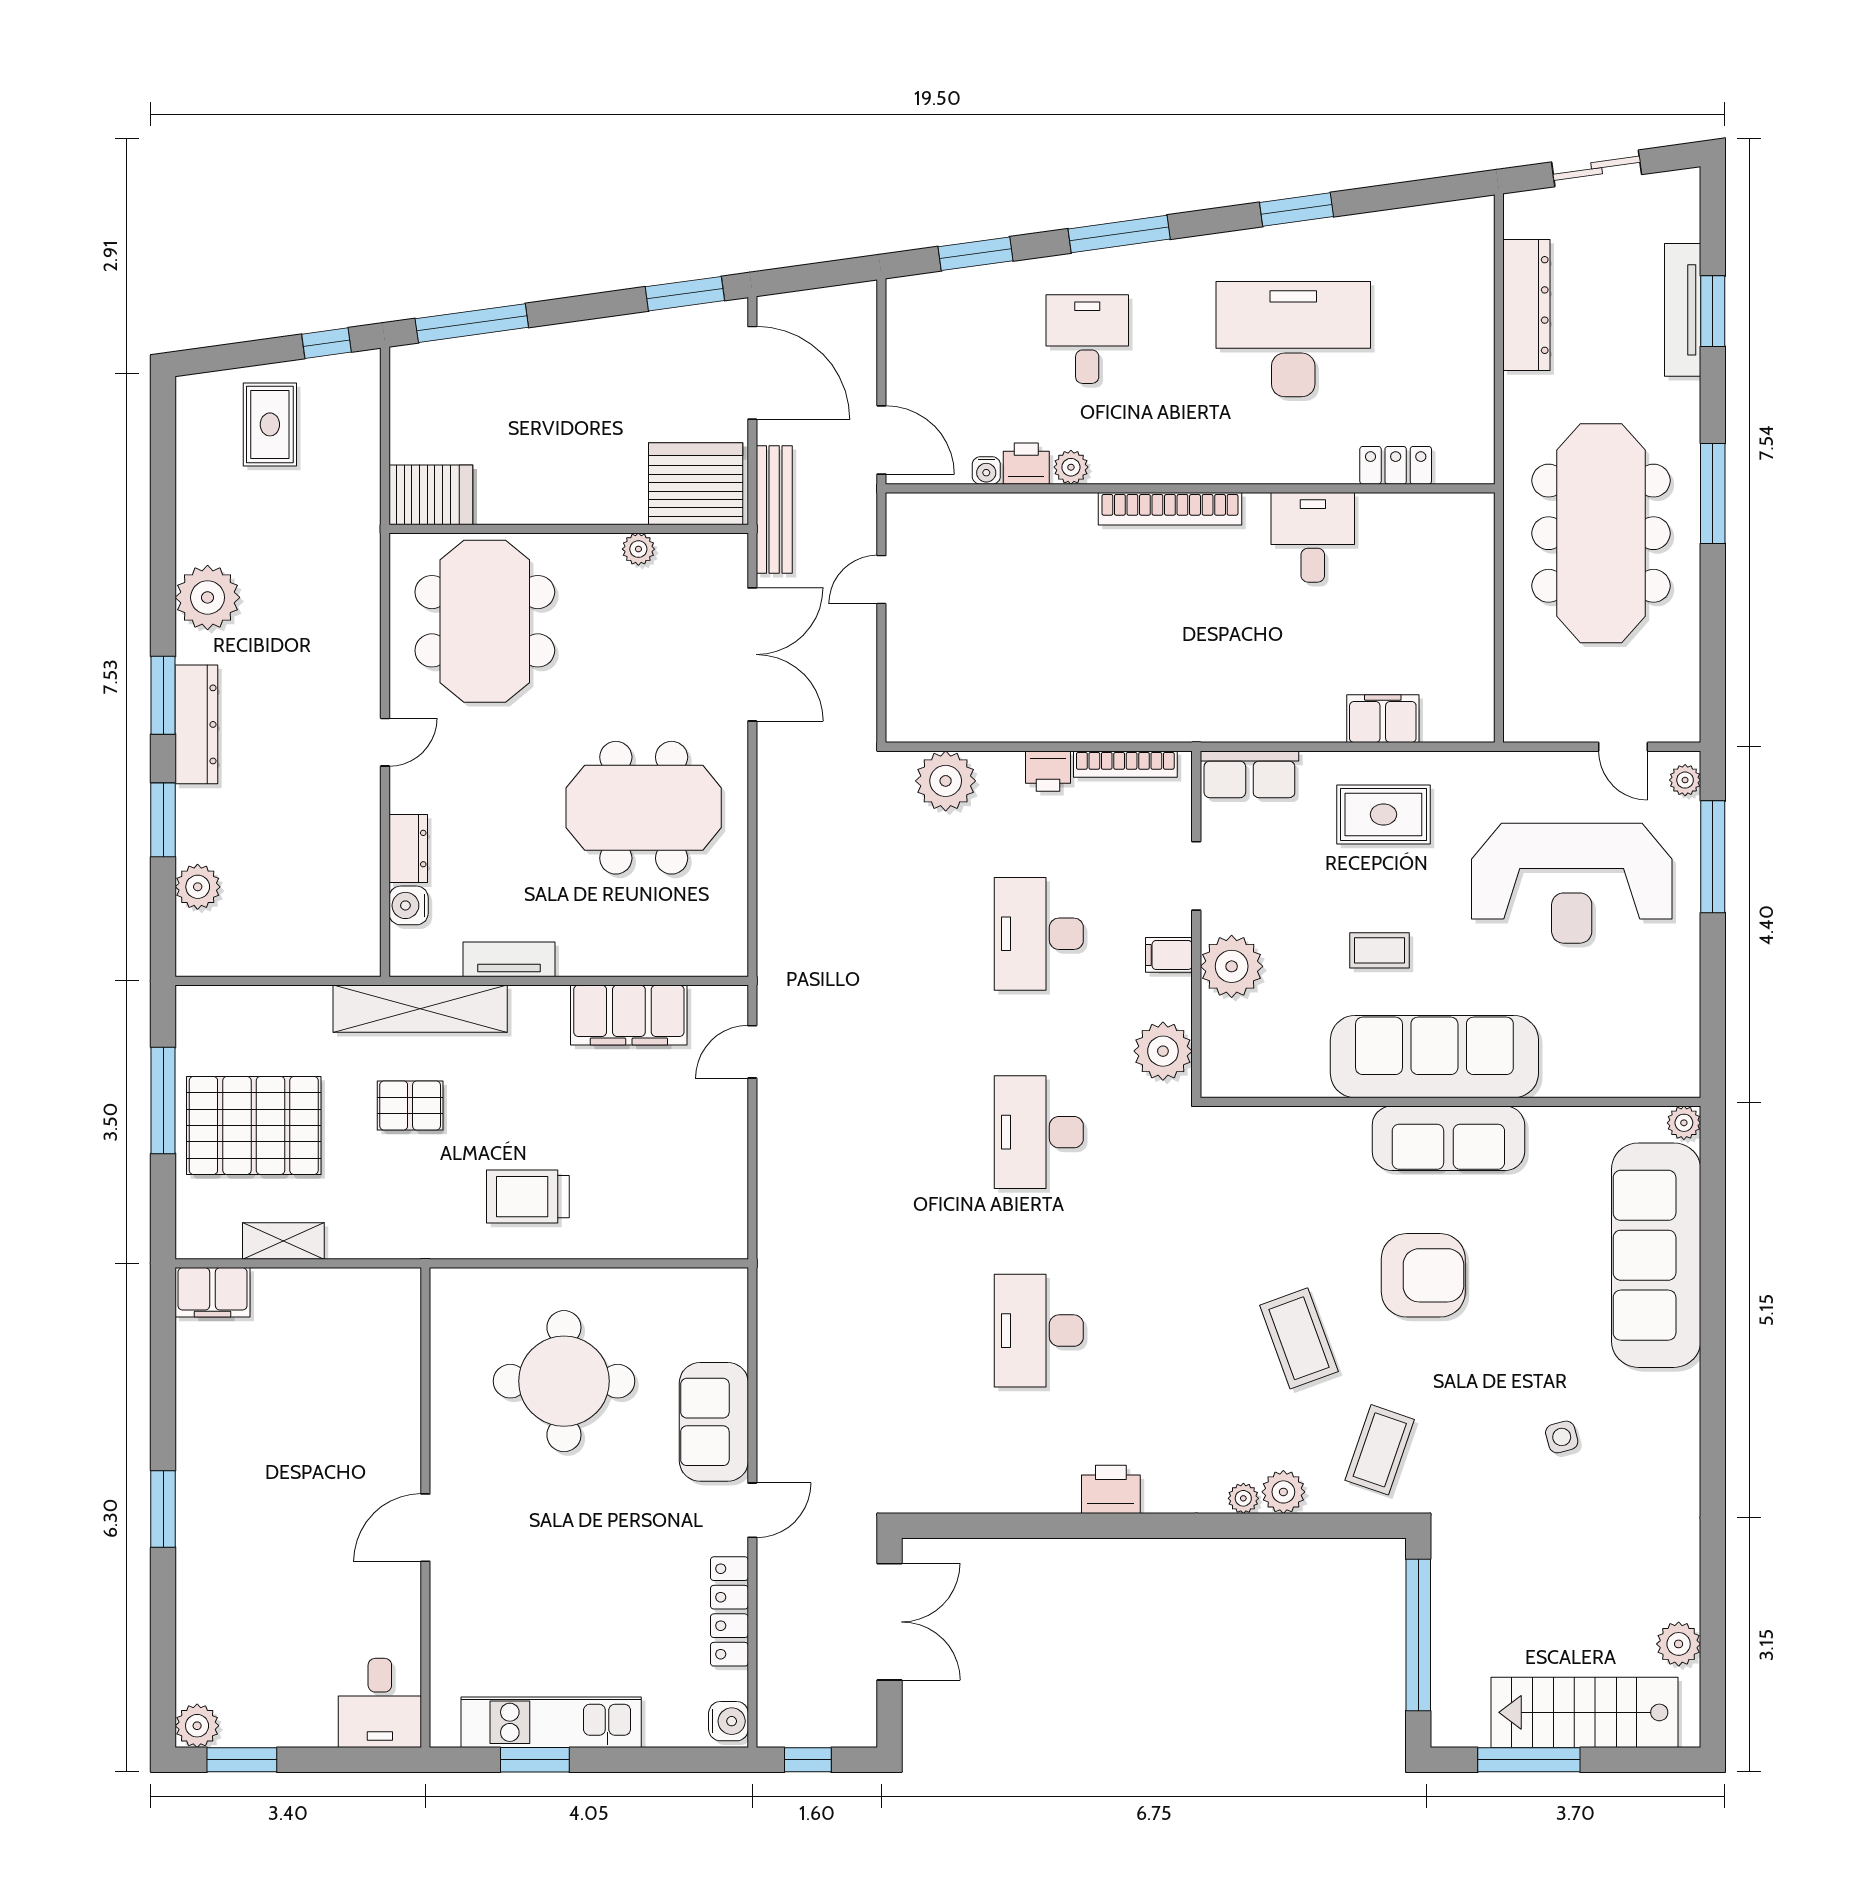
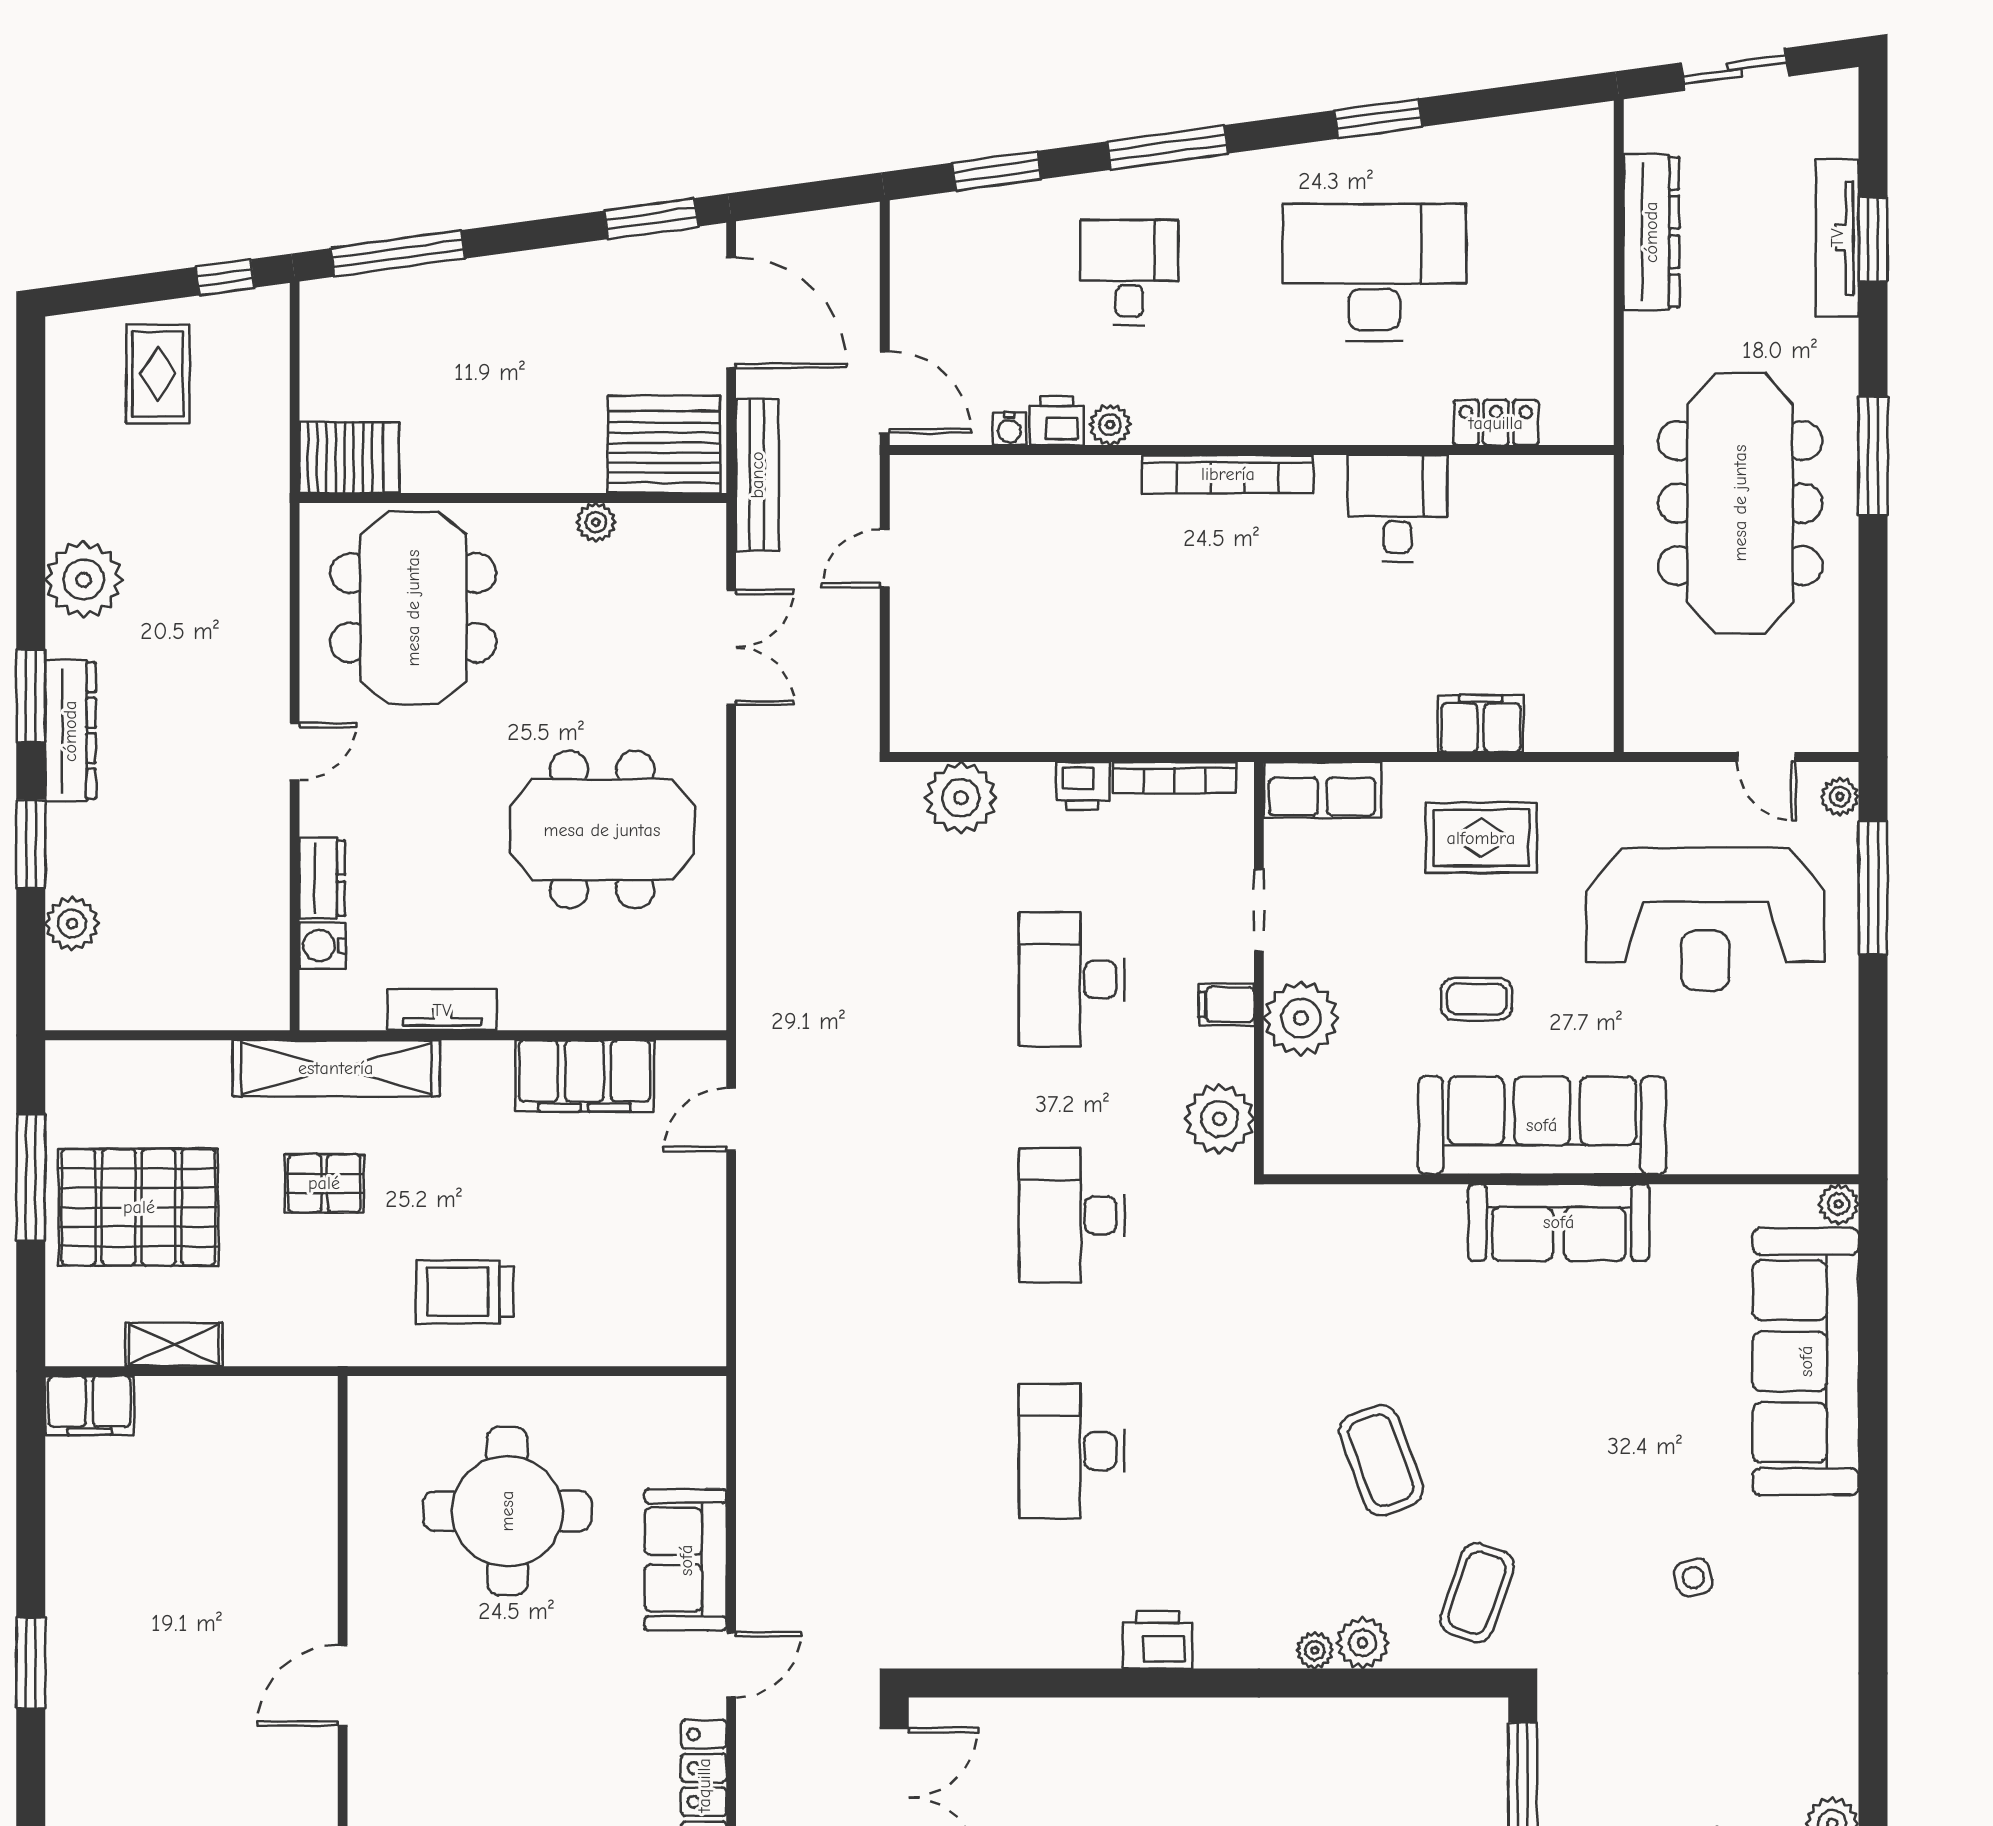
double door: (752, 654) -> (731, 647), width x0.73
armchair: (1423, 1275) -> (1529, 1385), removed

